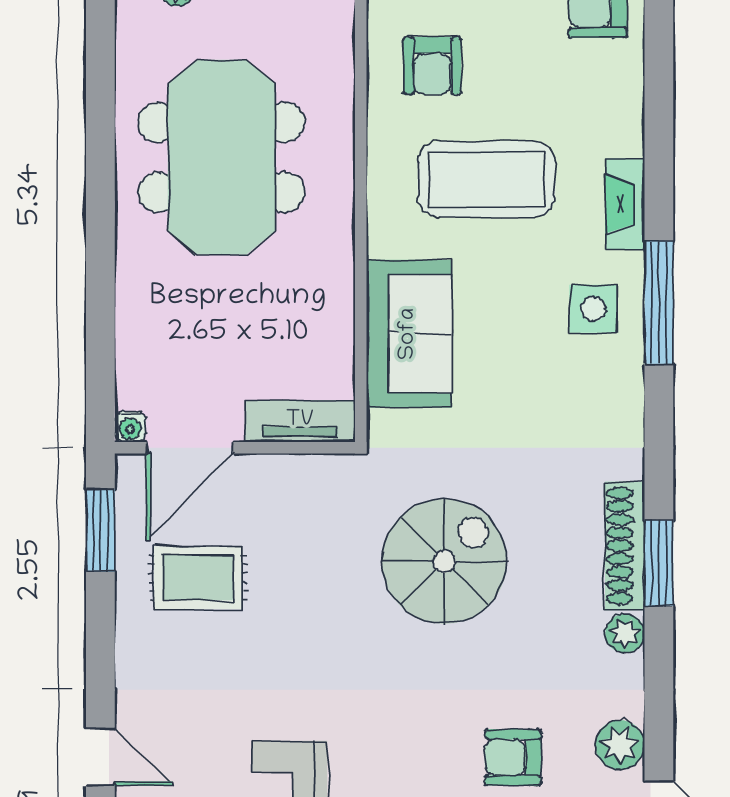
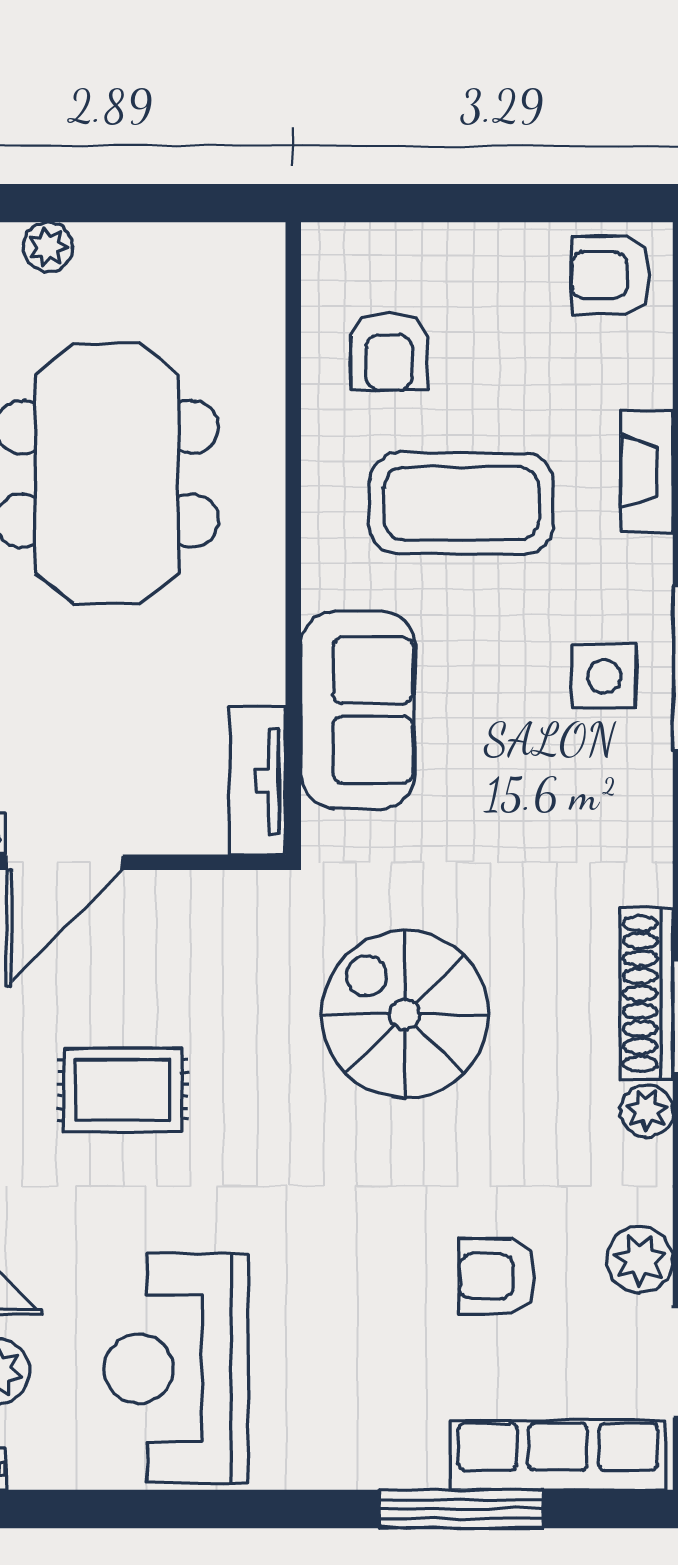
fireplace: (625, 204) -> (647, 471), moved
tv unit: (300, 421) -> (257, 781), moved, turned -90
spiral stairs: (444, 561) -> (405, 1014), turned -90
rug: (198, 578) -> (123, 1090), moved

